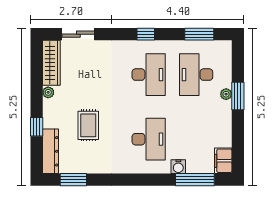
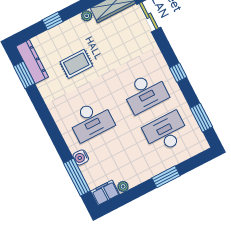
plant: (226, 94) -> (123, 186), moved
dresser: (51, 151) -> (32, 62), moved, turned -90

